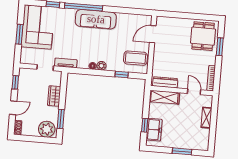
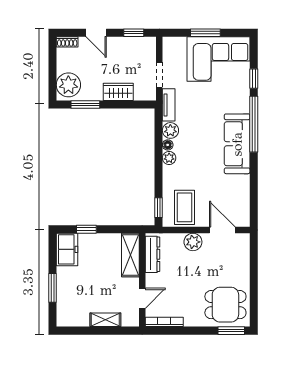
window: (220, 47) -> (231, 331), moved
plant: (159, 54) -> (193, 242), added
plant: (83, 63) -> (170, 130), added
window: (122, 75) -> (159, 208), moved
freezer: (154, 130) -> (67, 249), moved, turned -90

